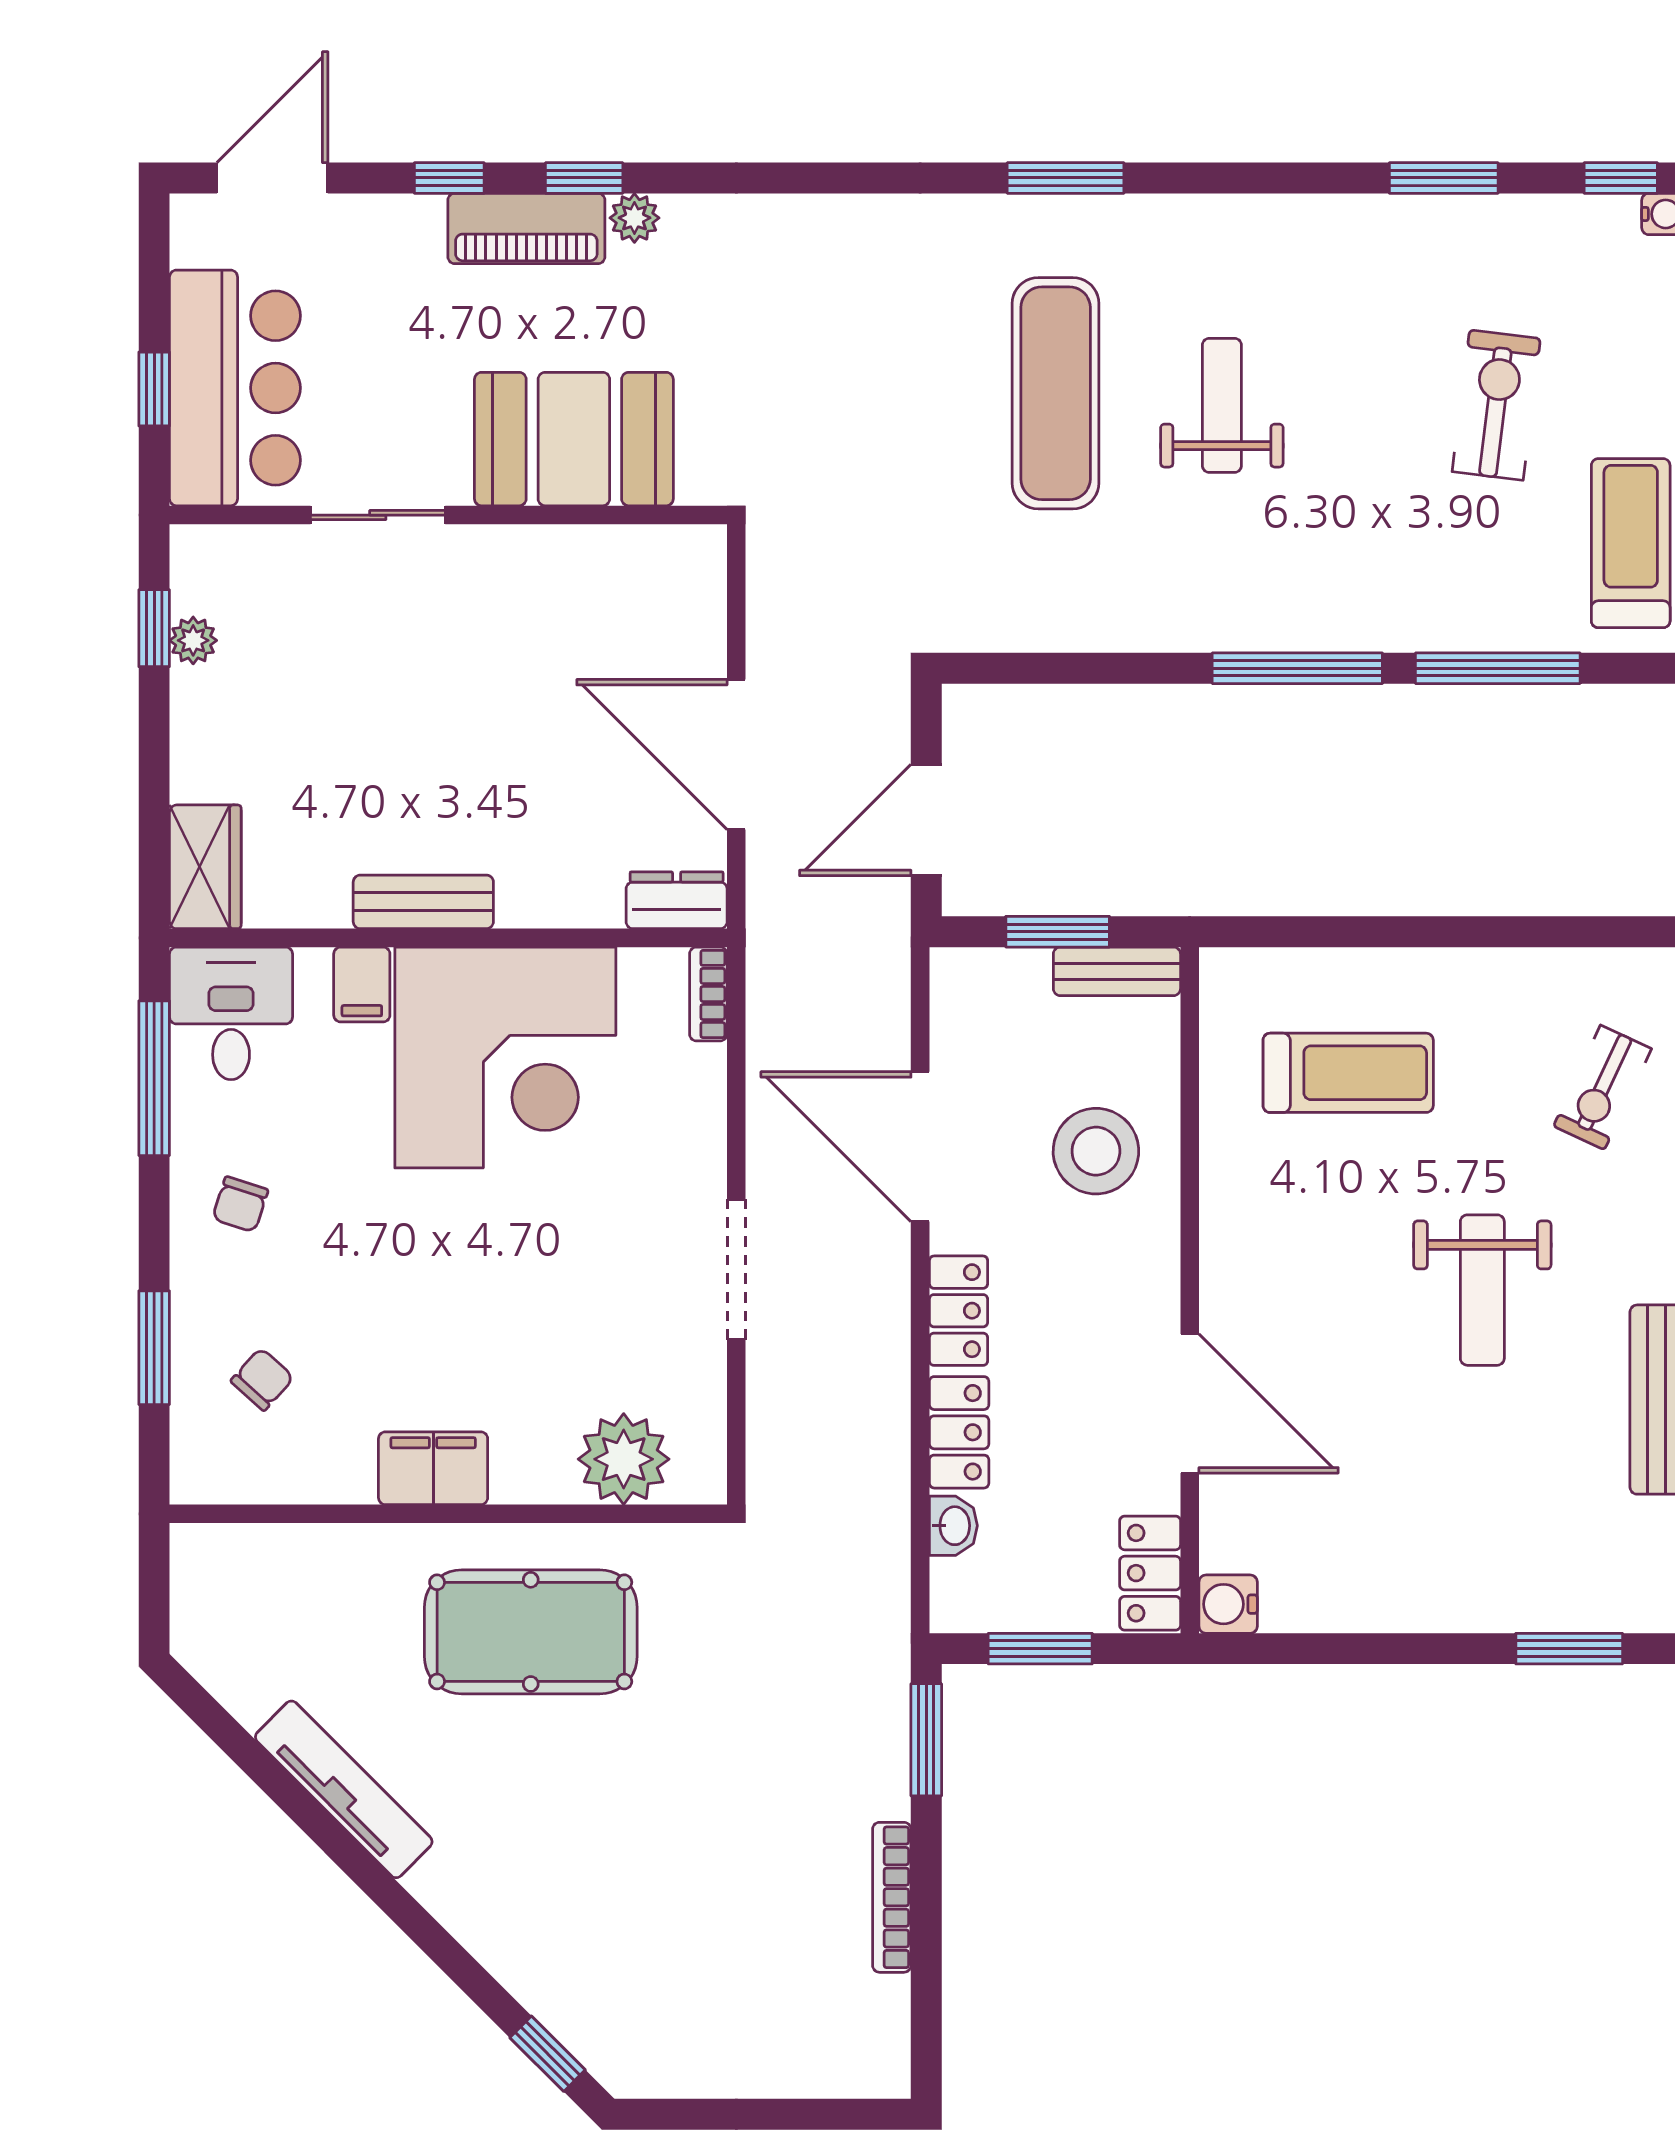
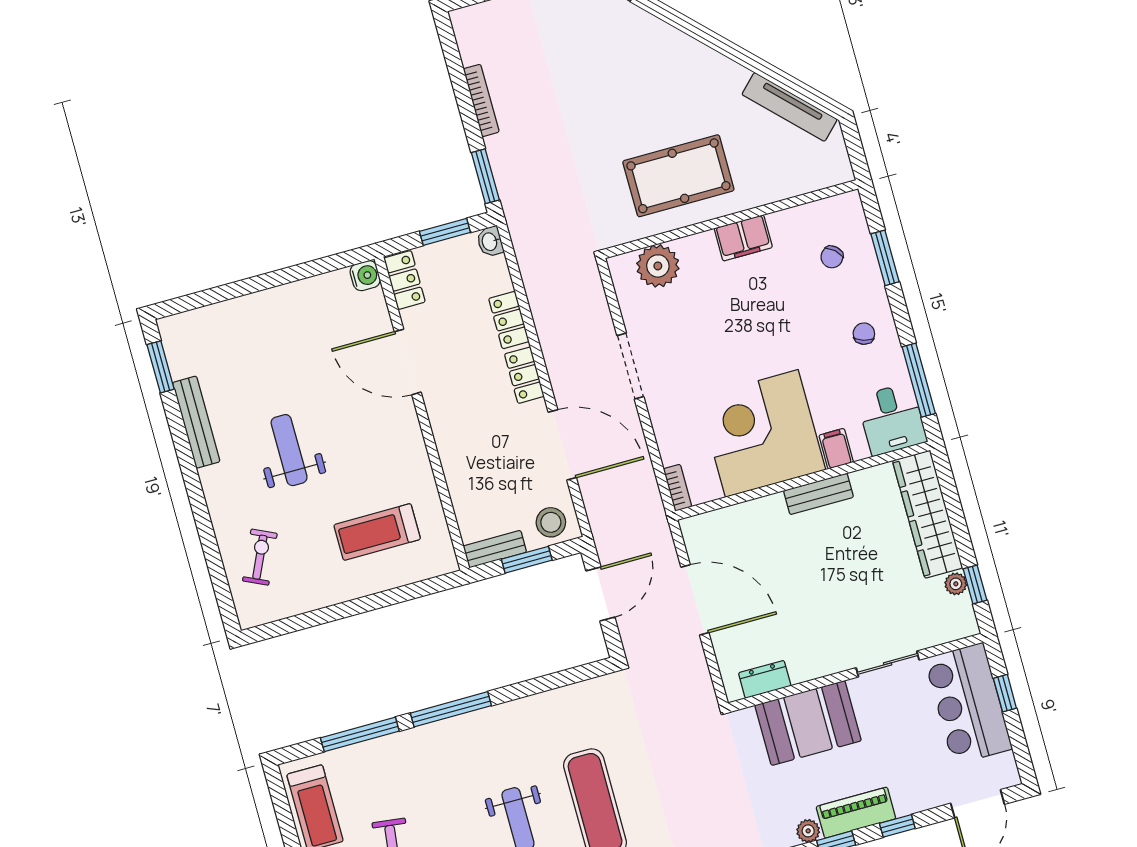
wardrobe: (205, 867) -> (928, 514), width x2.10, depth x1.17
dresser: (677, 900) -> (765, 679), moved, turned 180
stool: (1096, 1151) -> (551, 522), moved, width x0.73, depth x0.73
washbasin: (953, 1526) -> (490, 242), moved
window: (1569, 1649) -> (205, 298), removed
tv unit: (344, 1789) -> (790, 107), moved

